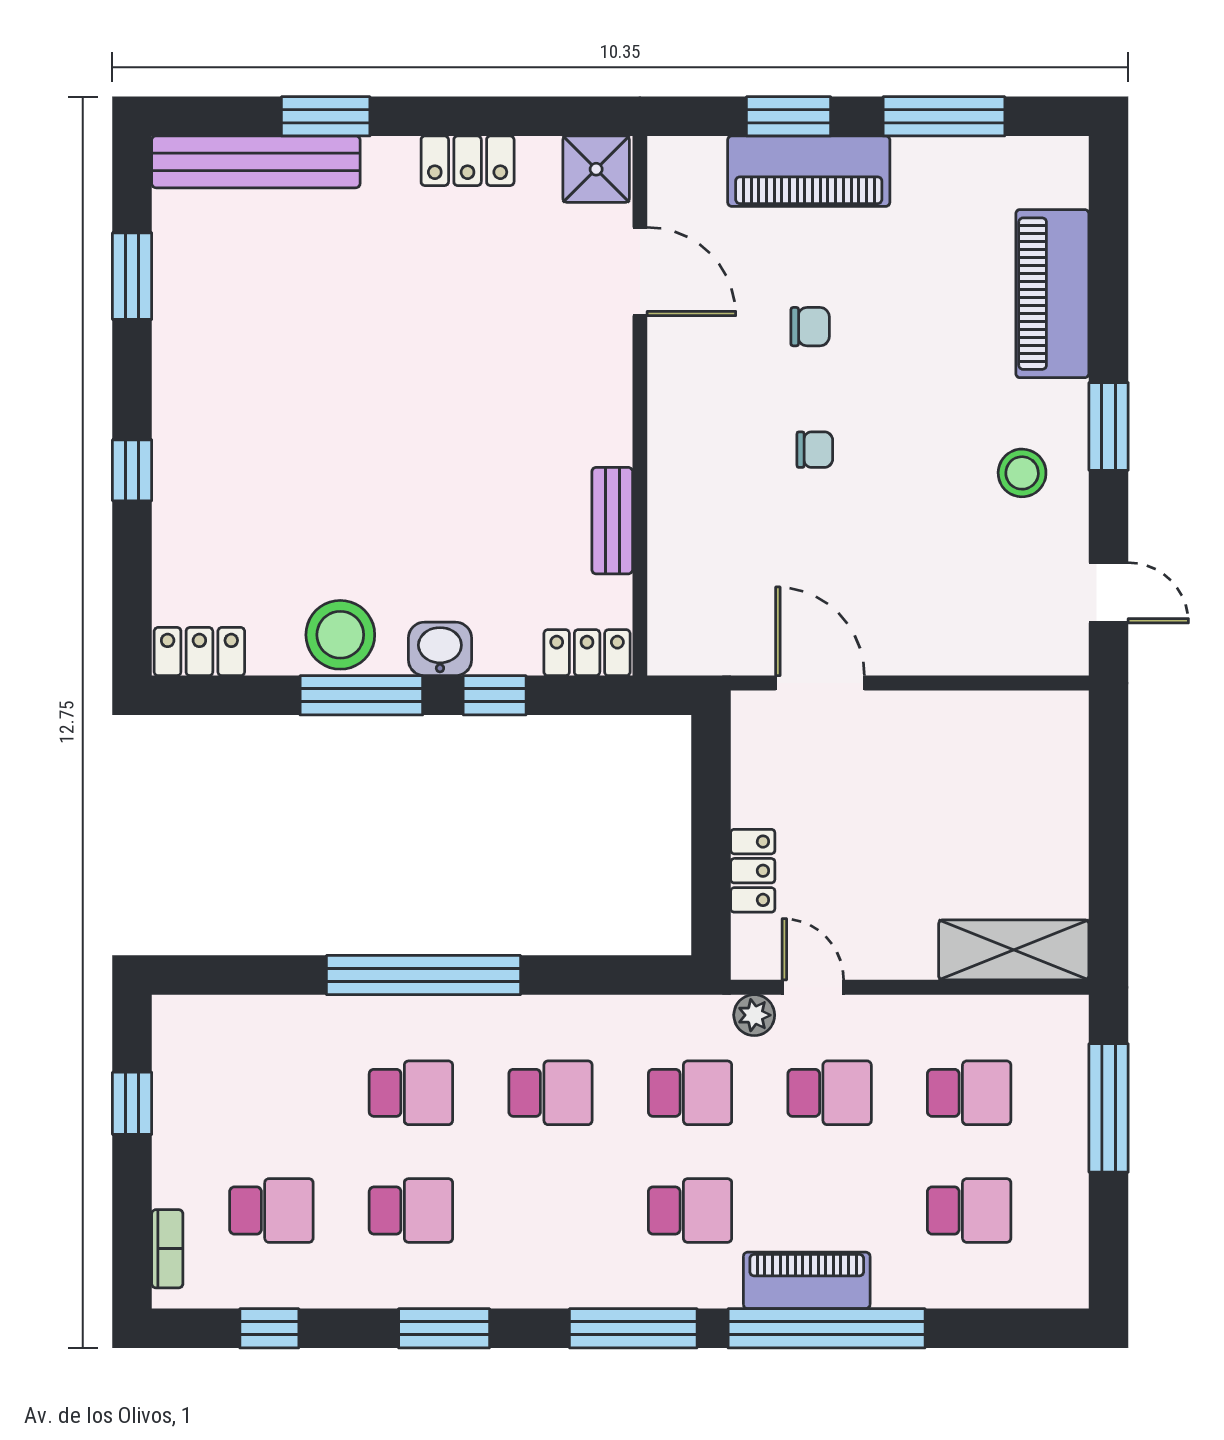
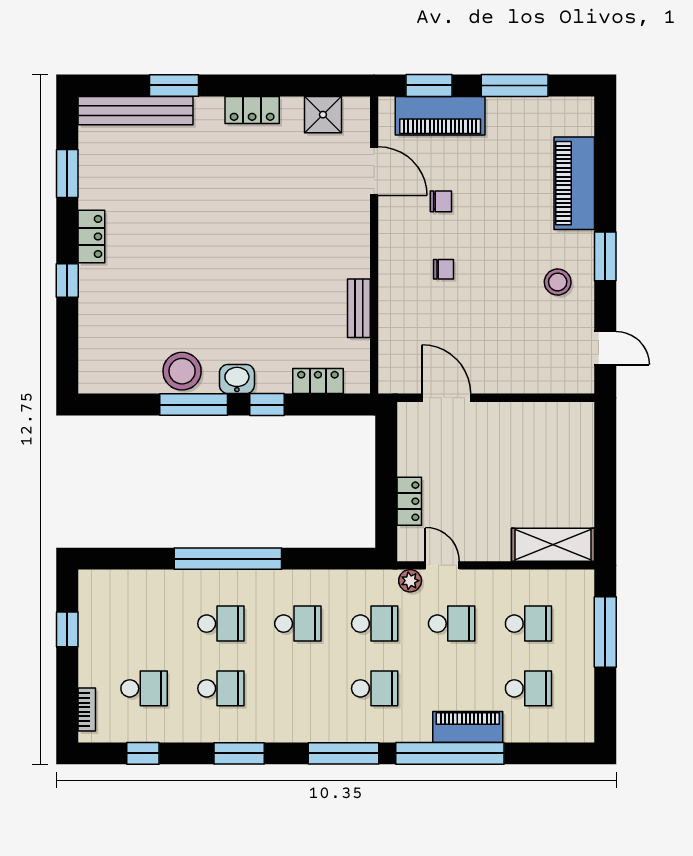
door: (640, 271) -> (374, 171), moved
wall: (640, 406) -> (374, 245), moved
bench: (612, 521) -> (359, 308), moved
locker: (199, 652) -> (91, 236), moved, turned 90
piano: (807, 1280) -> (468, 727), moved

